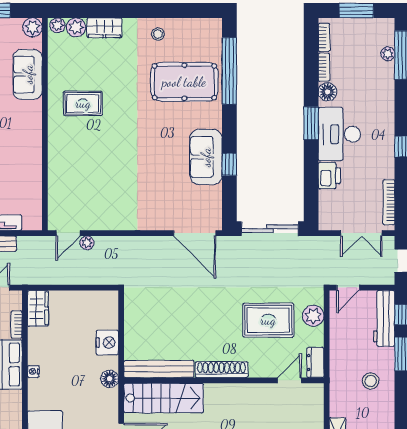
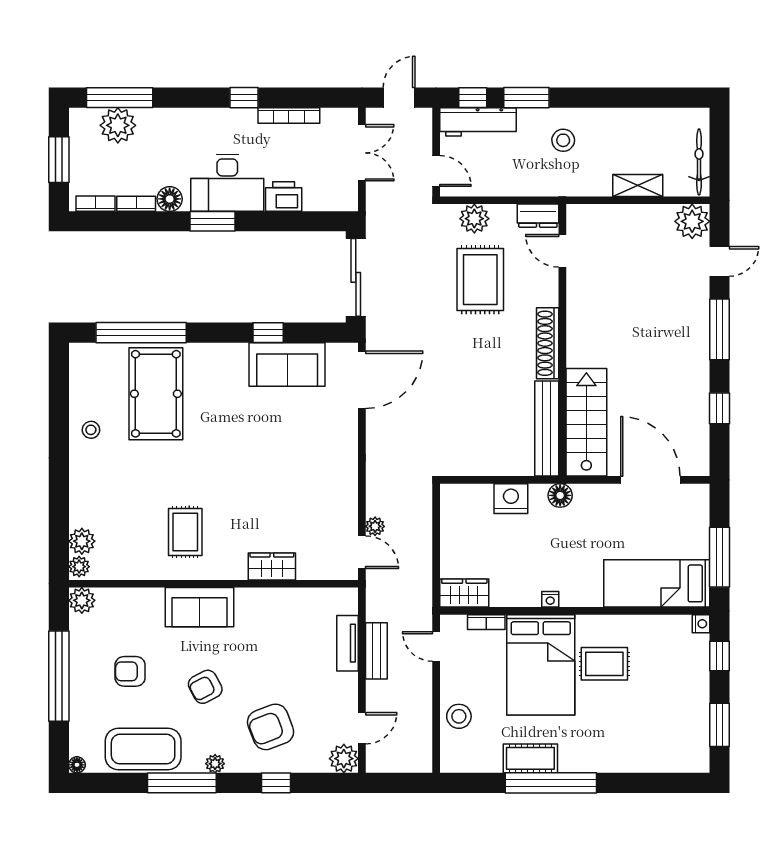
wardrobe: (104, 28) -> (272, 566), moved, turned -90
plant: (388, 54) -> (118, 125), width x1.88, depth x1.88
sofa: (28, 74) -> (199, 607), moved
sofa: (206, 157) -> (287, 364), moved
bookcase: (389, 202) -> (289, 115), moved

